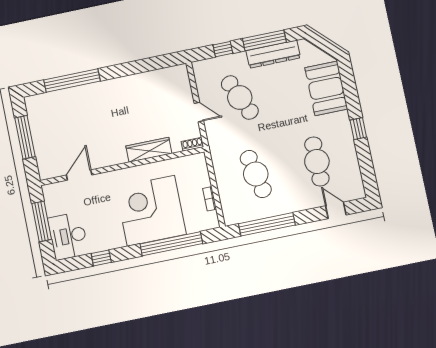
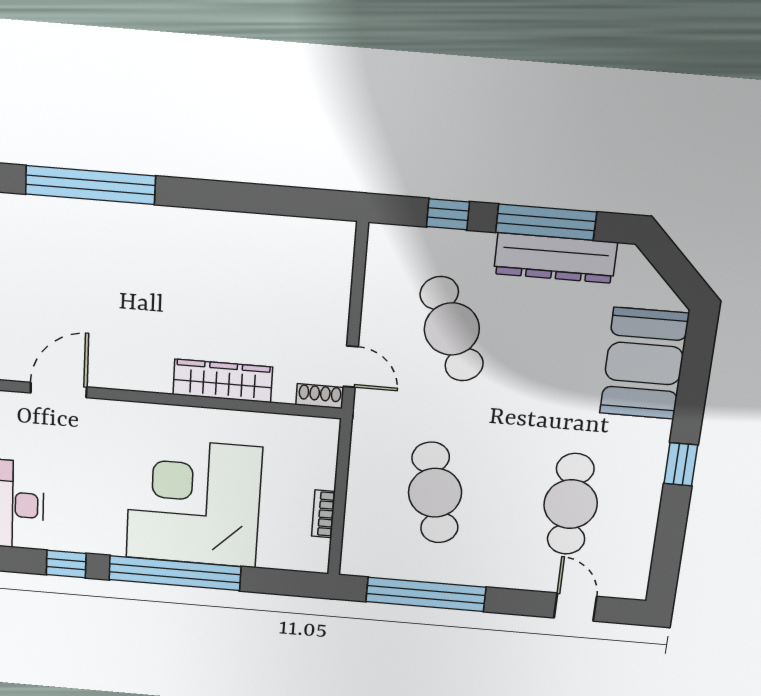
door: (199, 112) -> (351, 367), moved
window: (171, 244) -> (175, 573), moved

